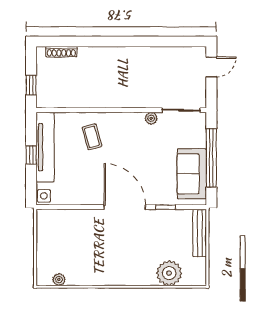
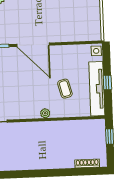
plant: (151, 118) -> (45, 113), moved
coffee table: (92, 137) -> (65, 89), moved

